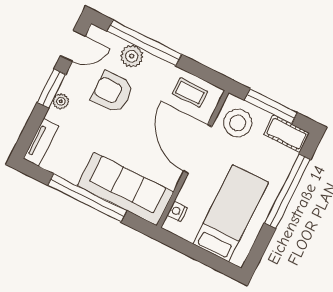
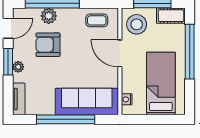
door: (198, 149) -> (120, 53), width x0.73

